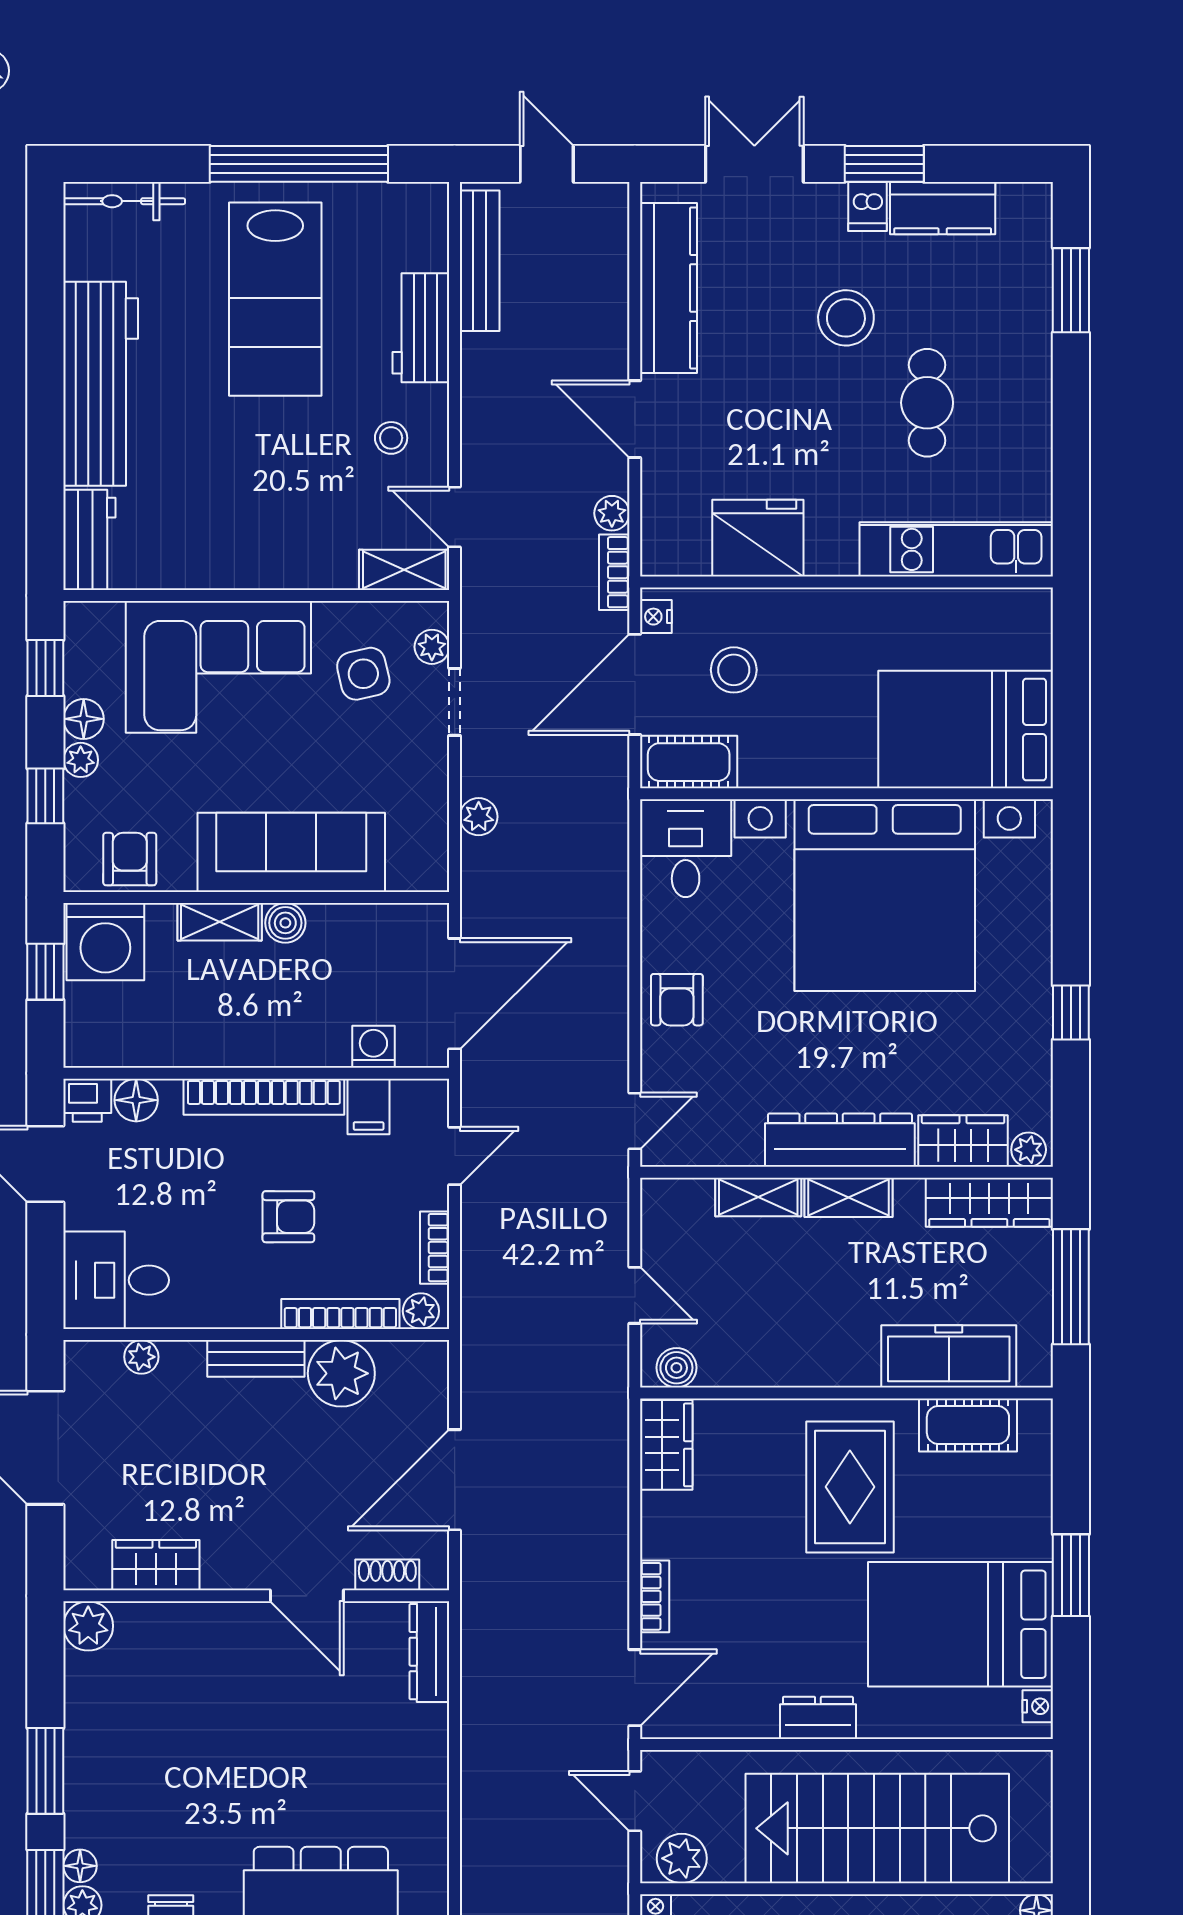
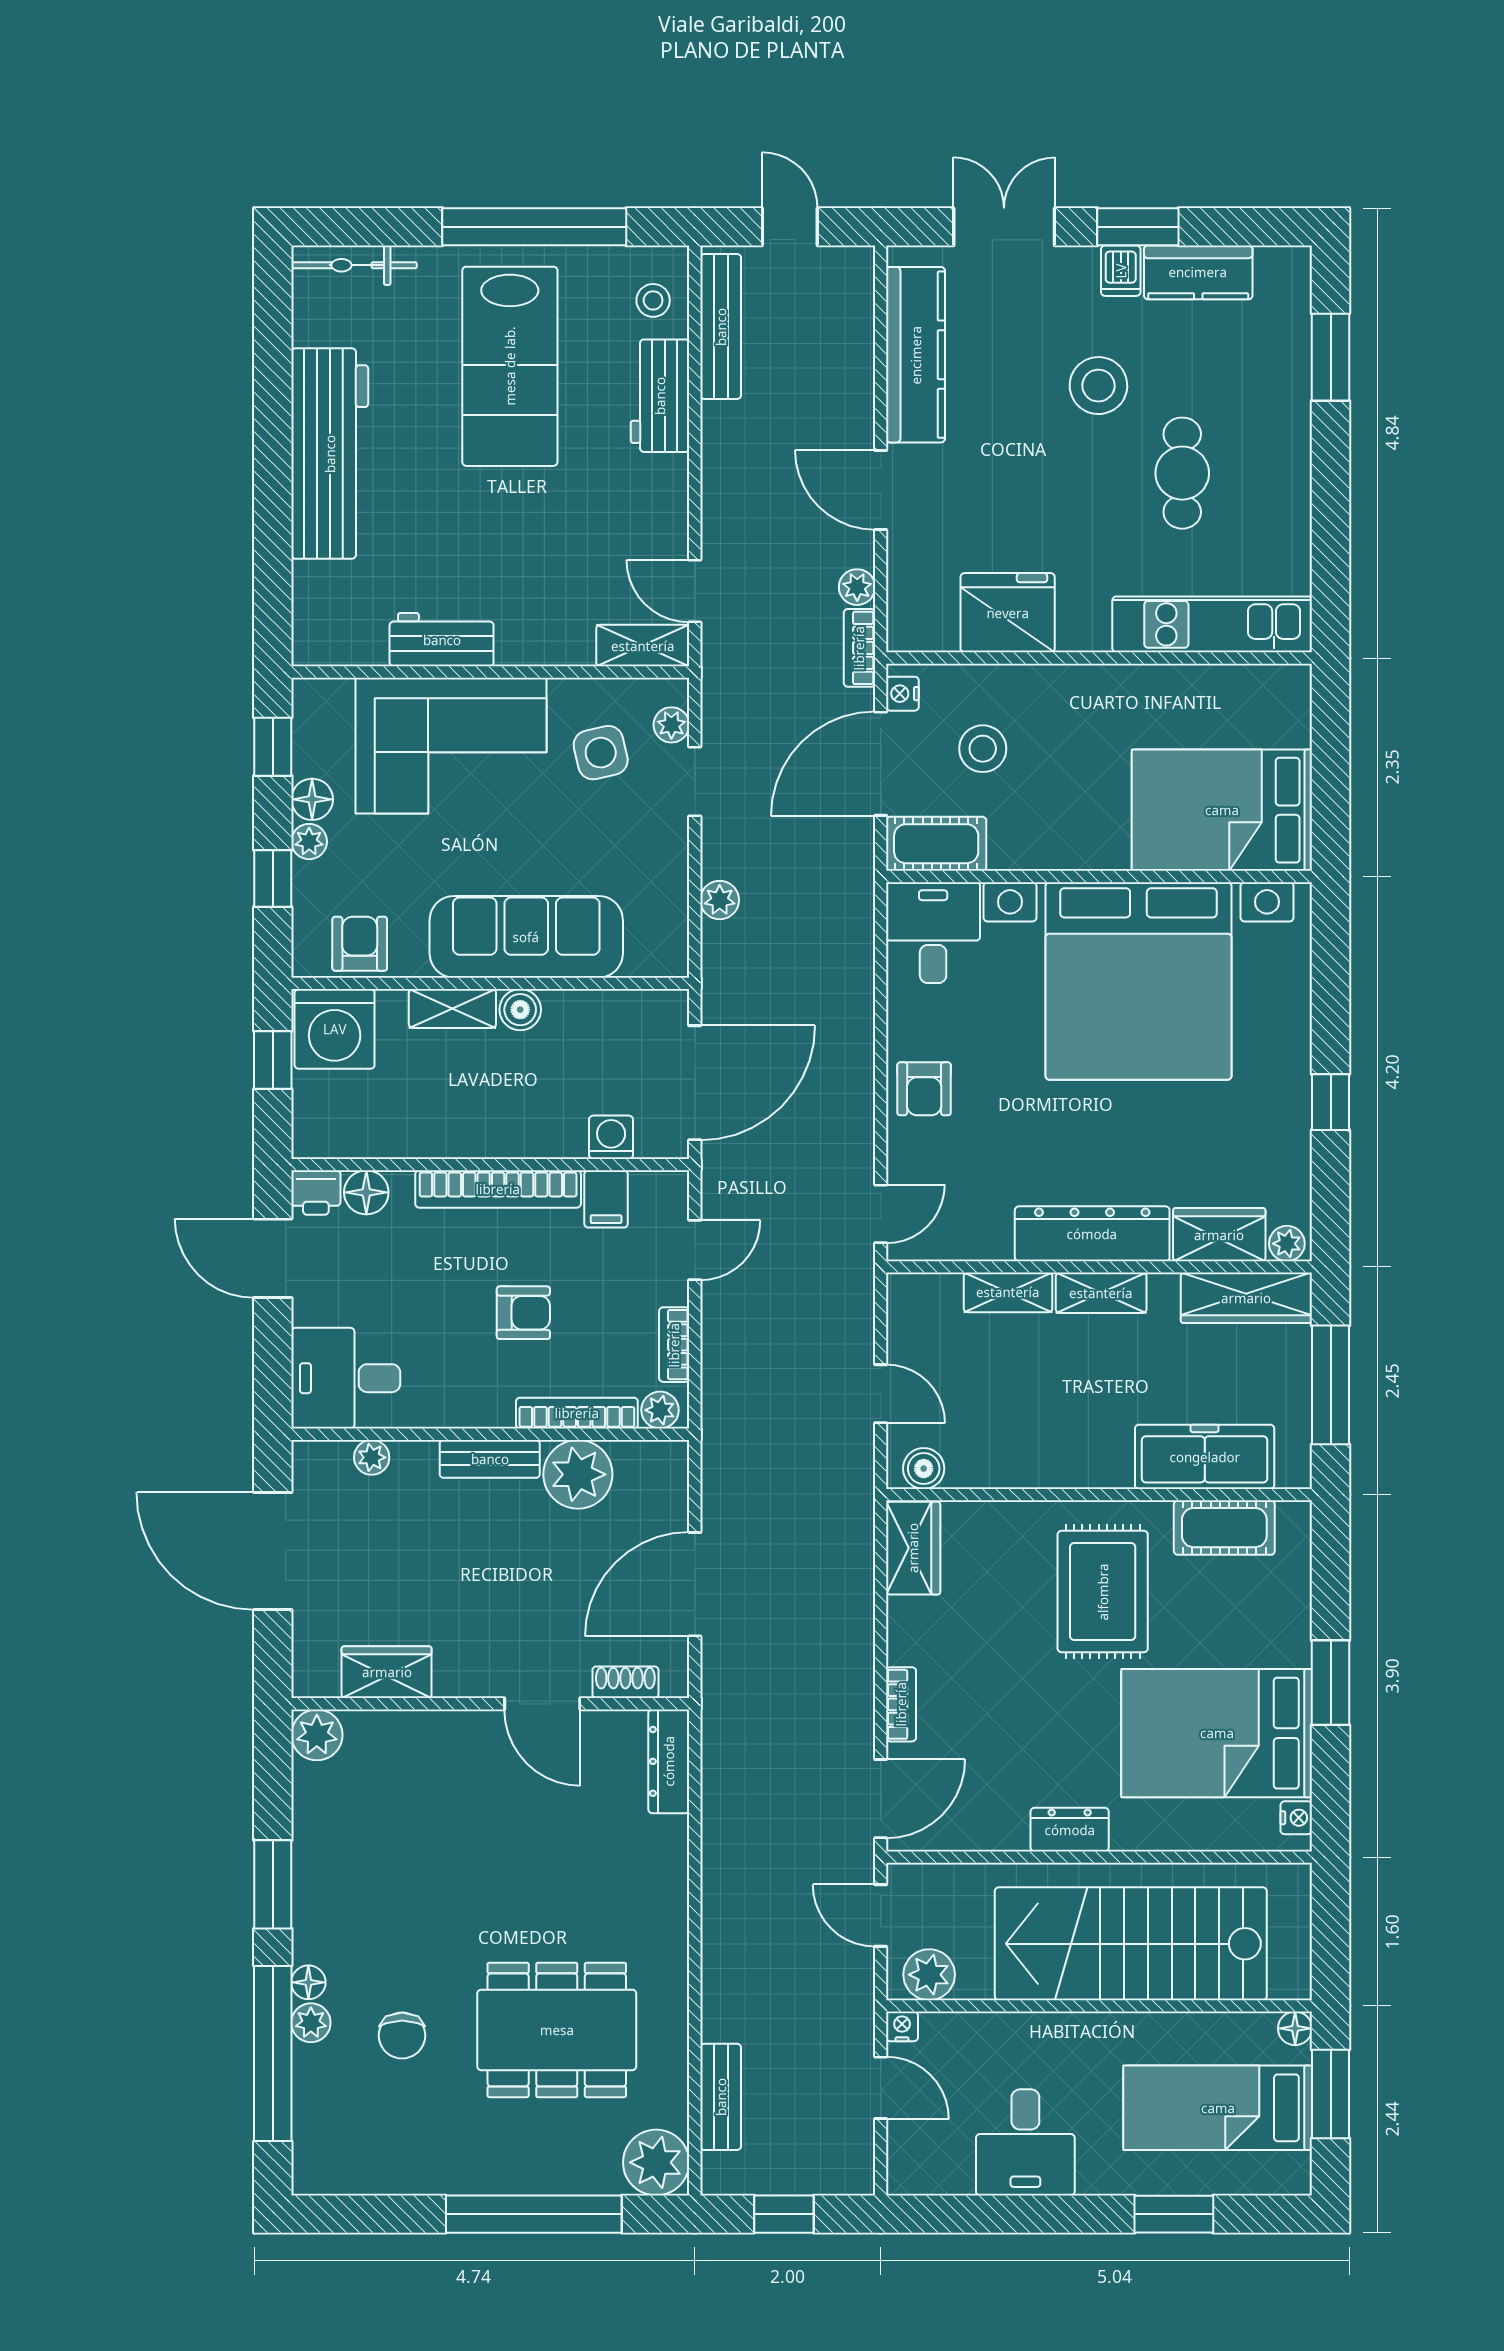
stool: (391, 438) -> (653, 300), moved
workbench: (89, 540) -> (442, 640), moved, turned -90

